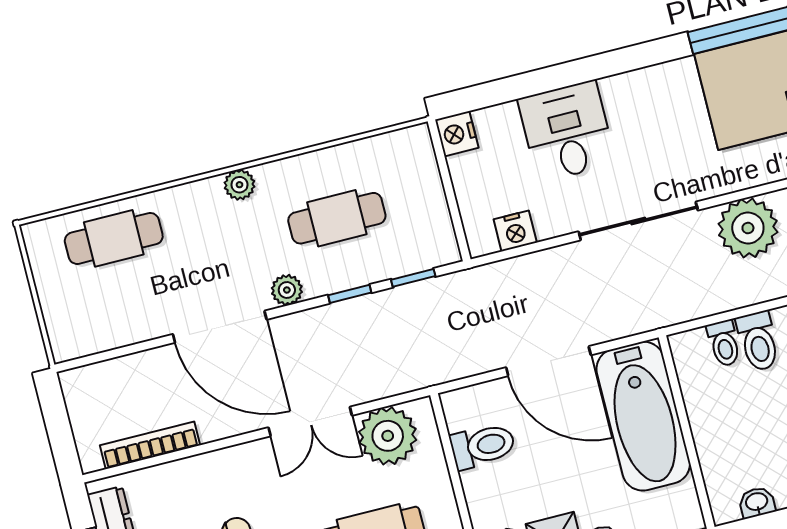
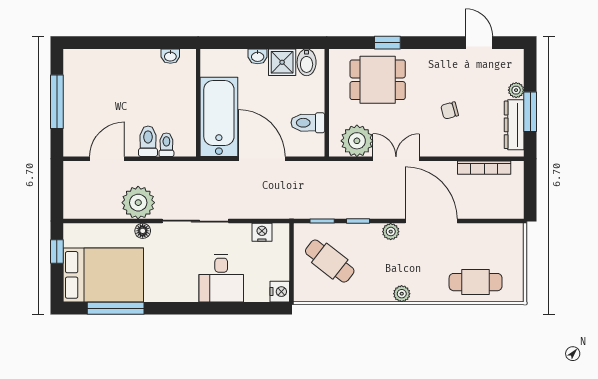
floor lamp: (727, 180) -> (143, 231), added
cafe table: (337, 218) -> (330, 261), moved, turned 38

